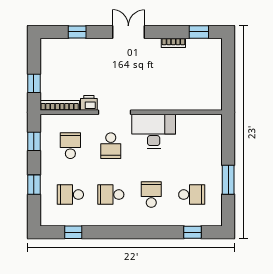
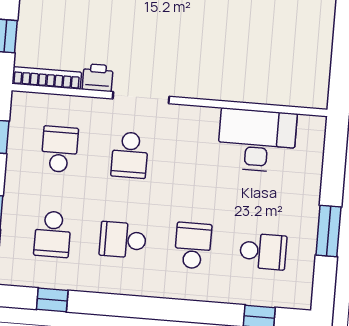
desk: (154, 131) -> (257, 140), moved
school desk: (70, 195) -> (53, 234), turned -90

